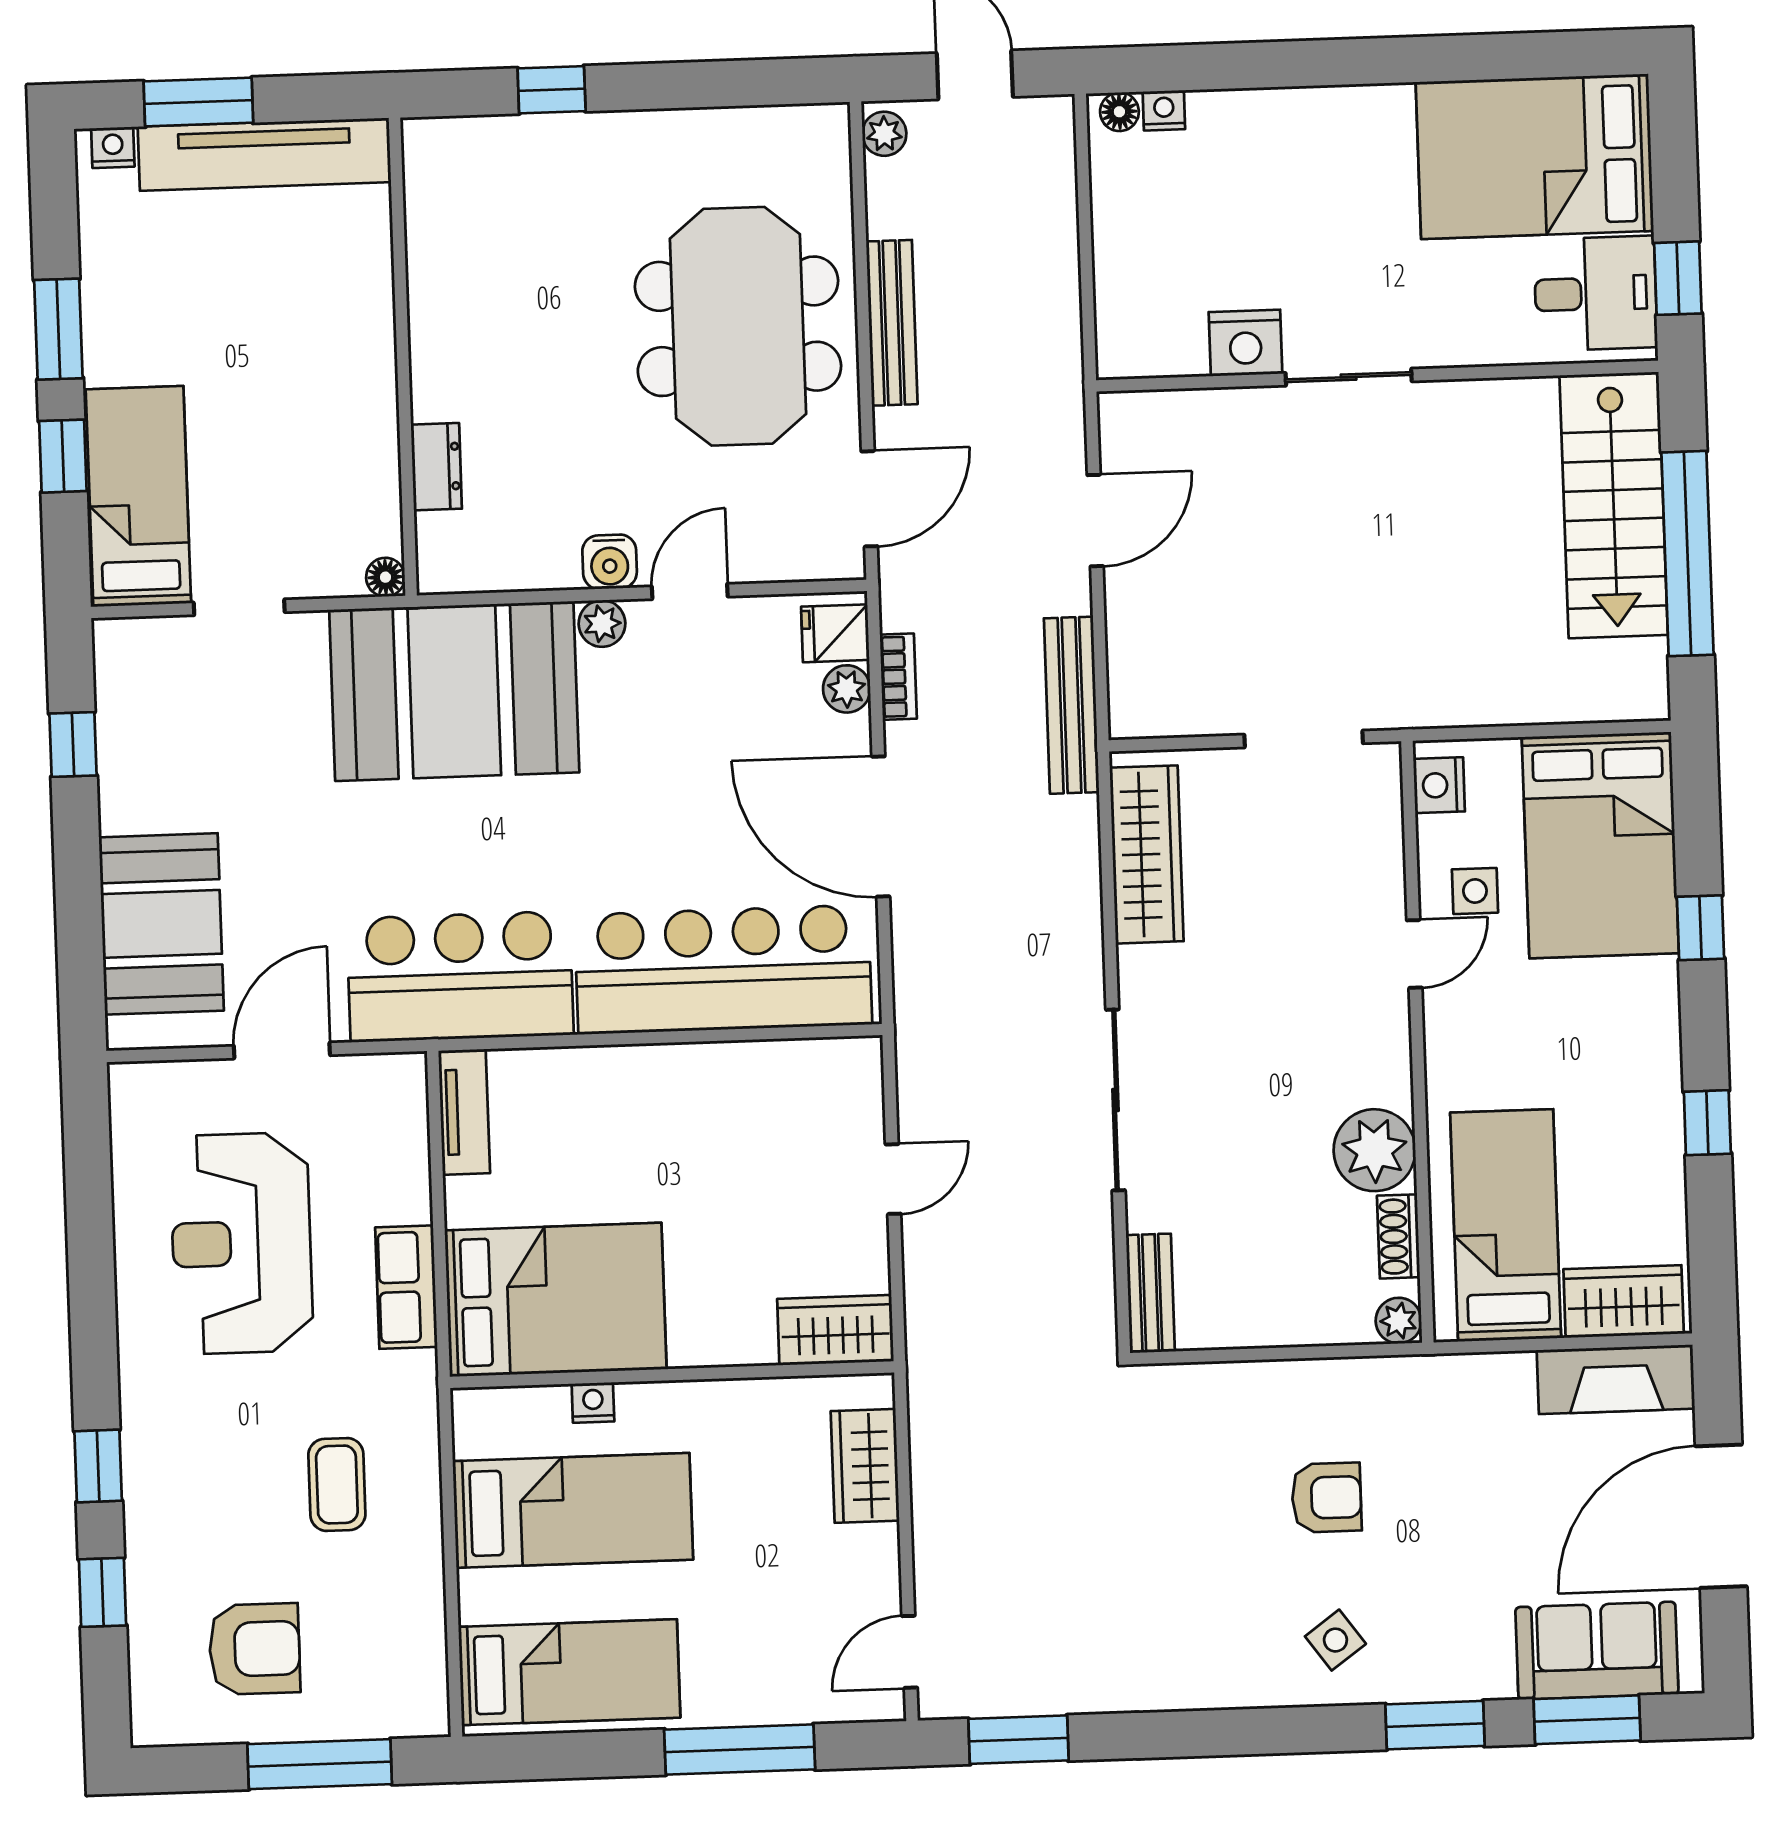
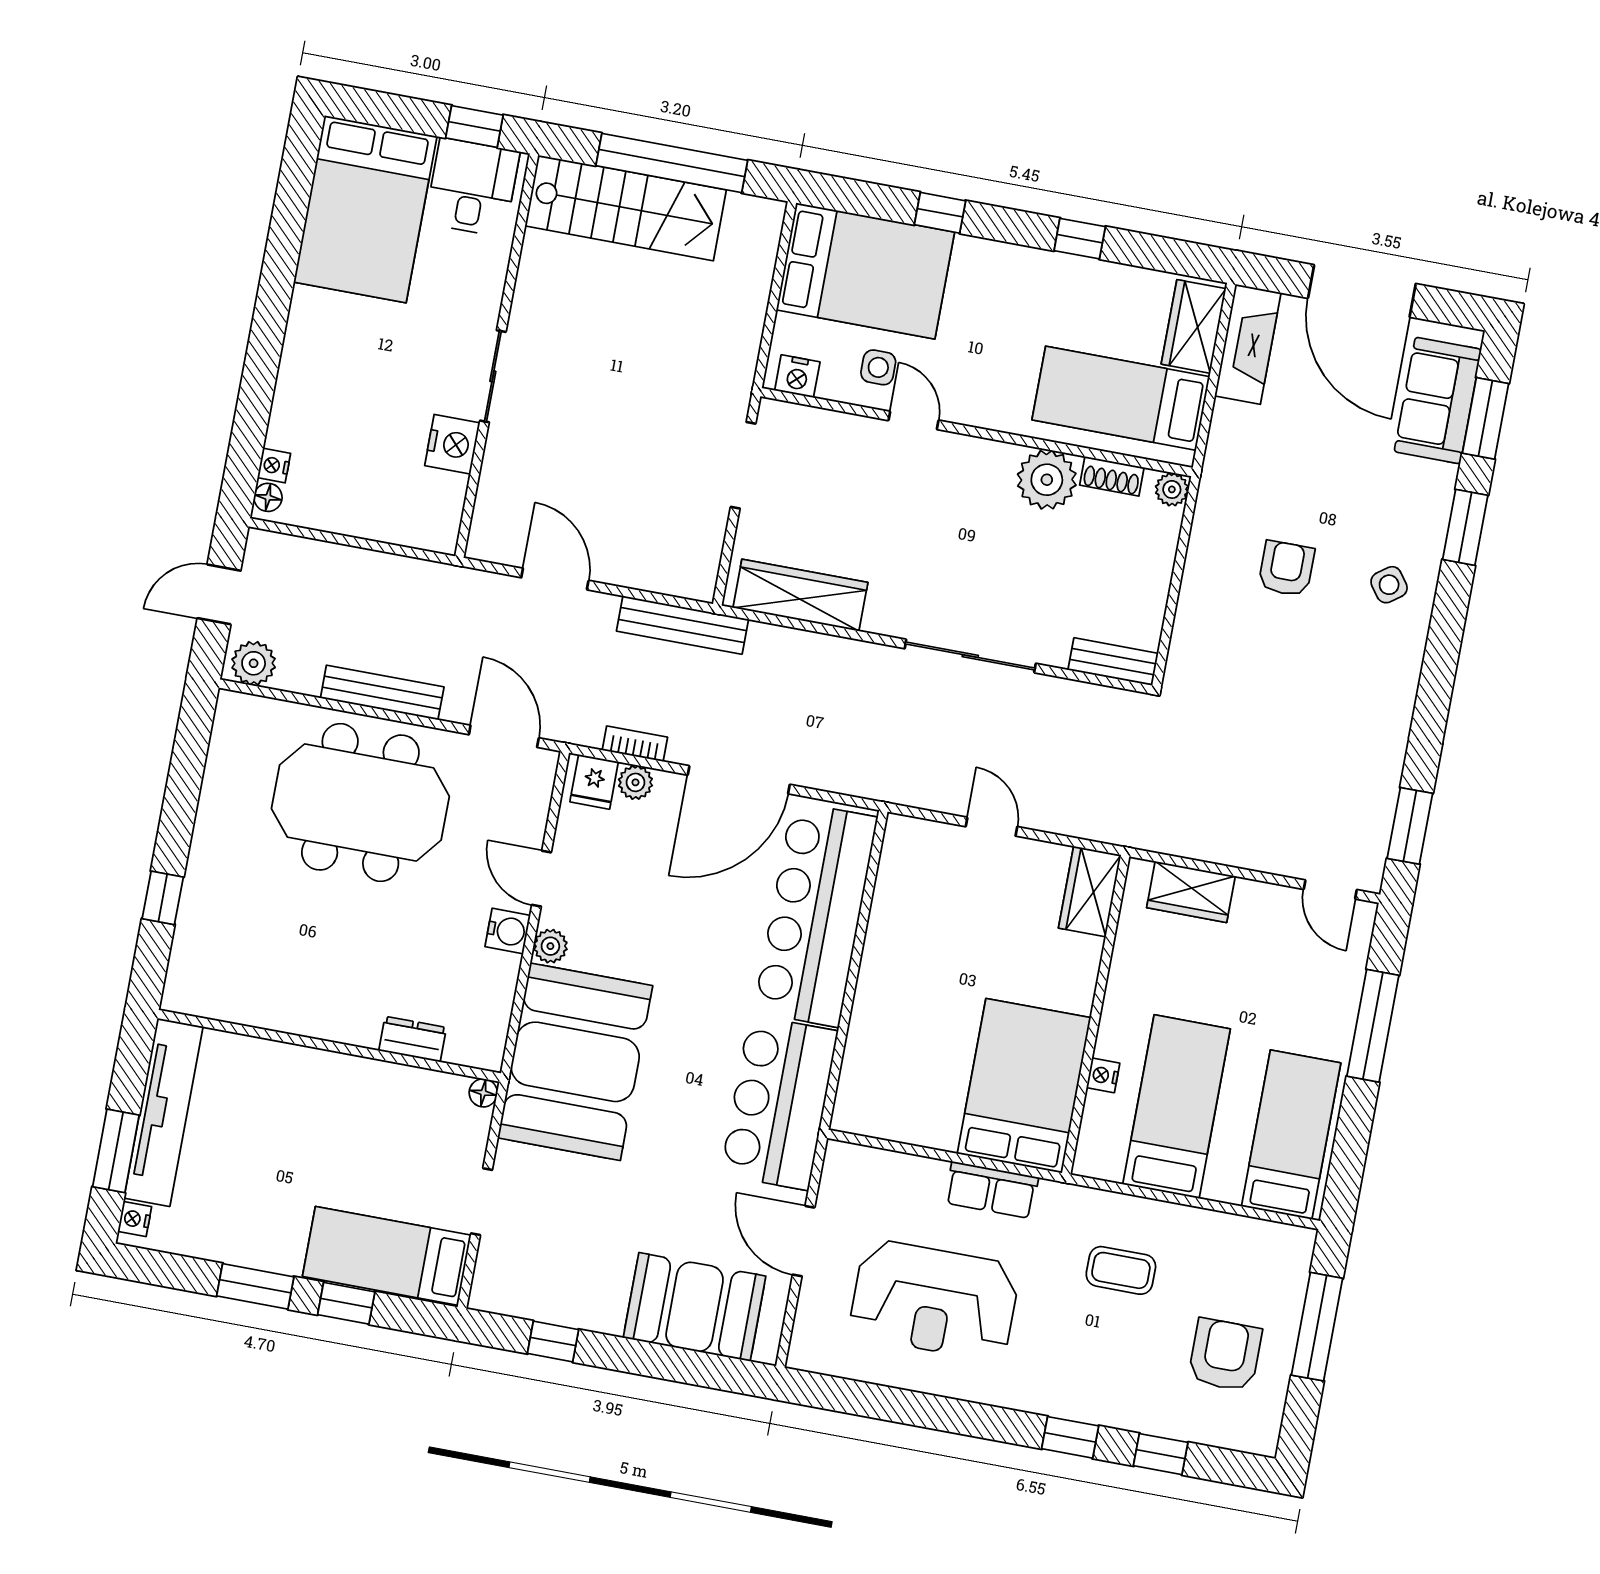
plant: (884, 134) -> (254, 663), width x1.38, depth x1.38
tv unit: (464, 1112) -> (876, 1121), removed

